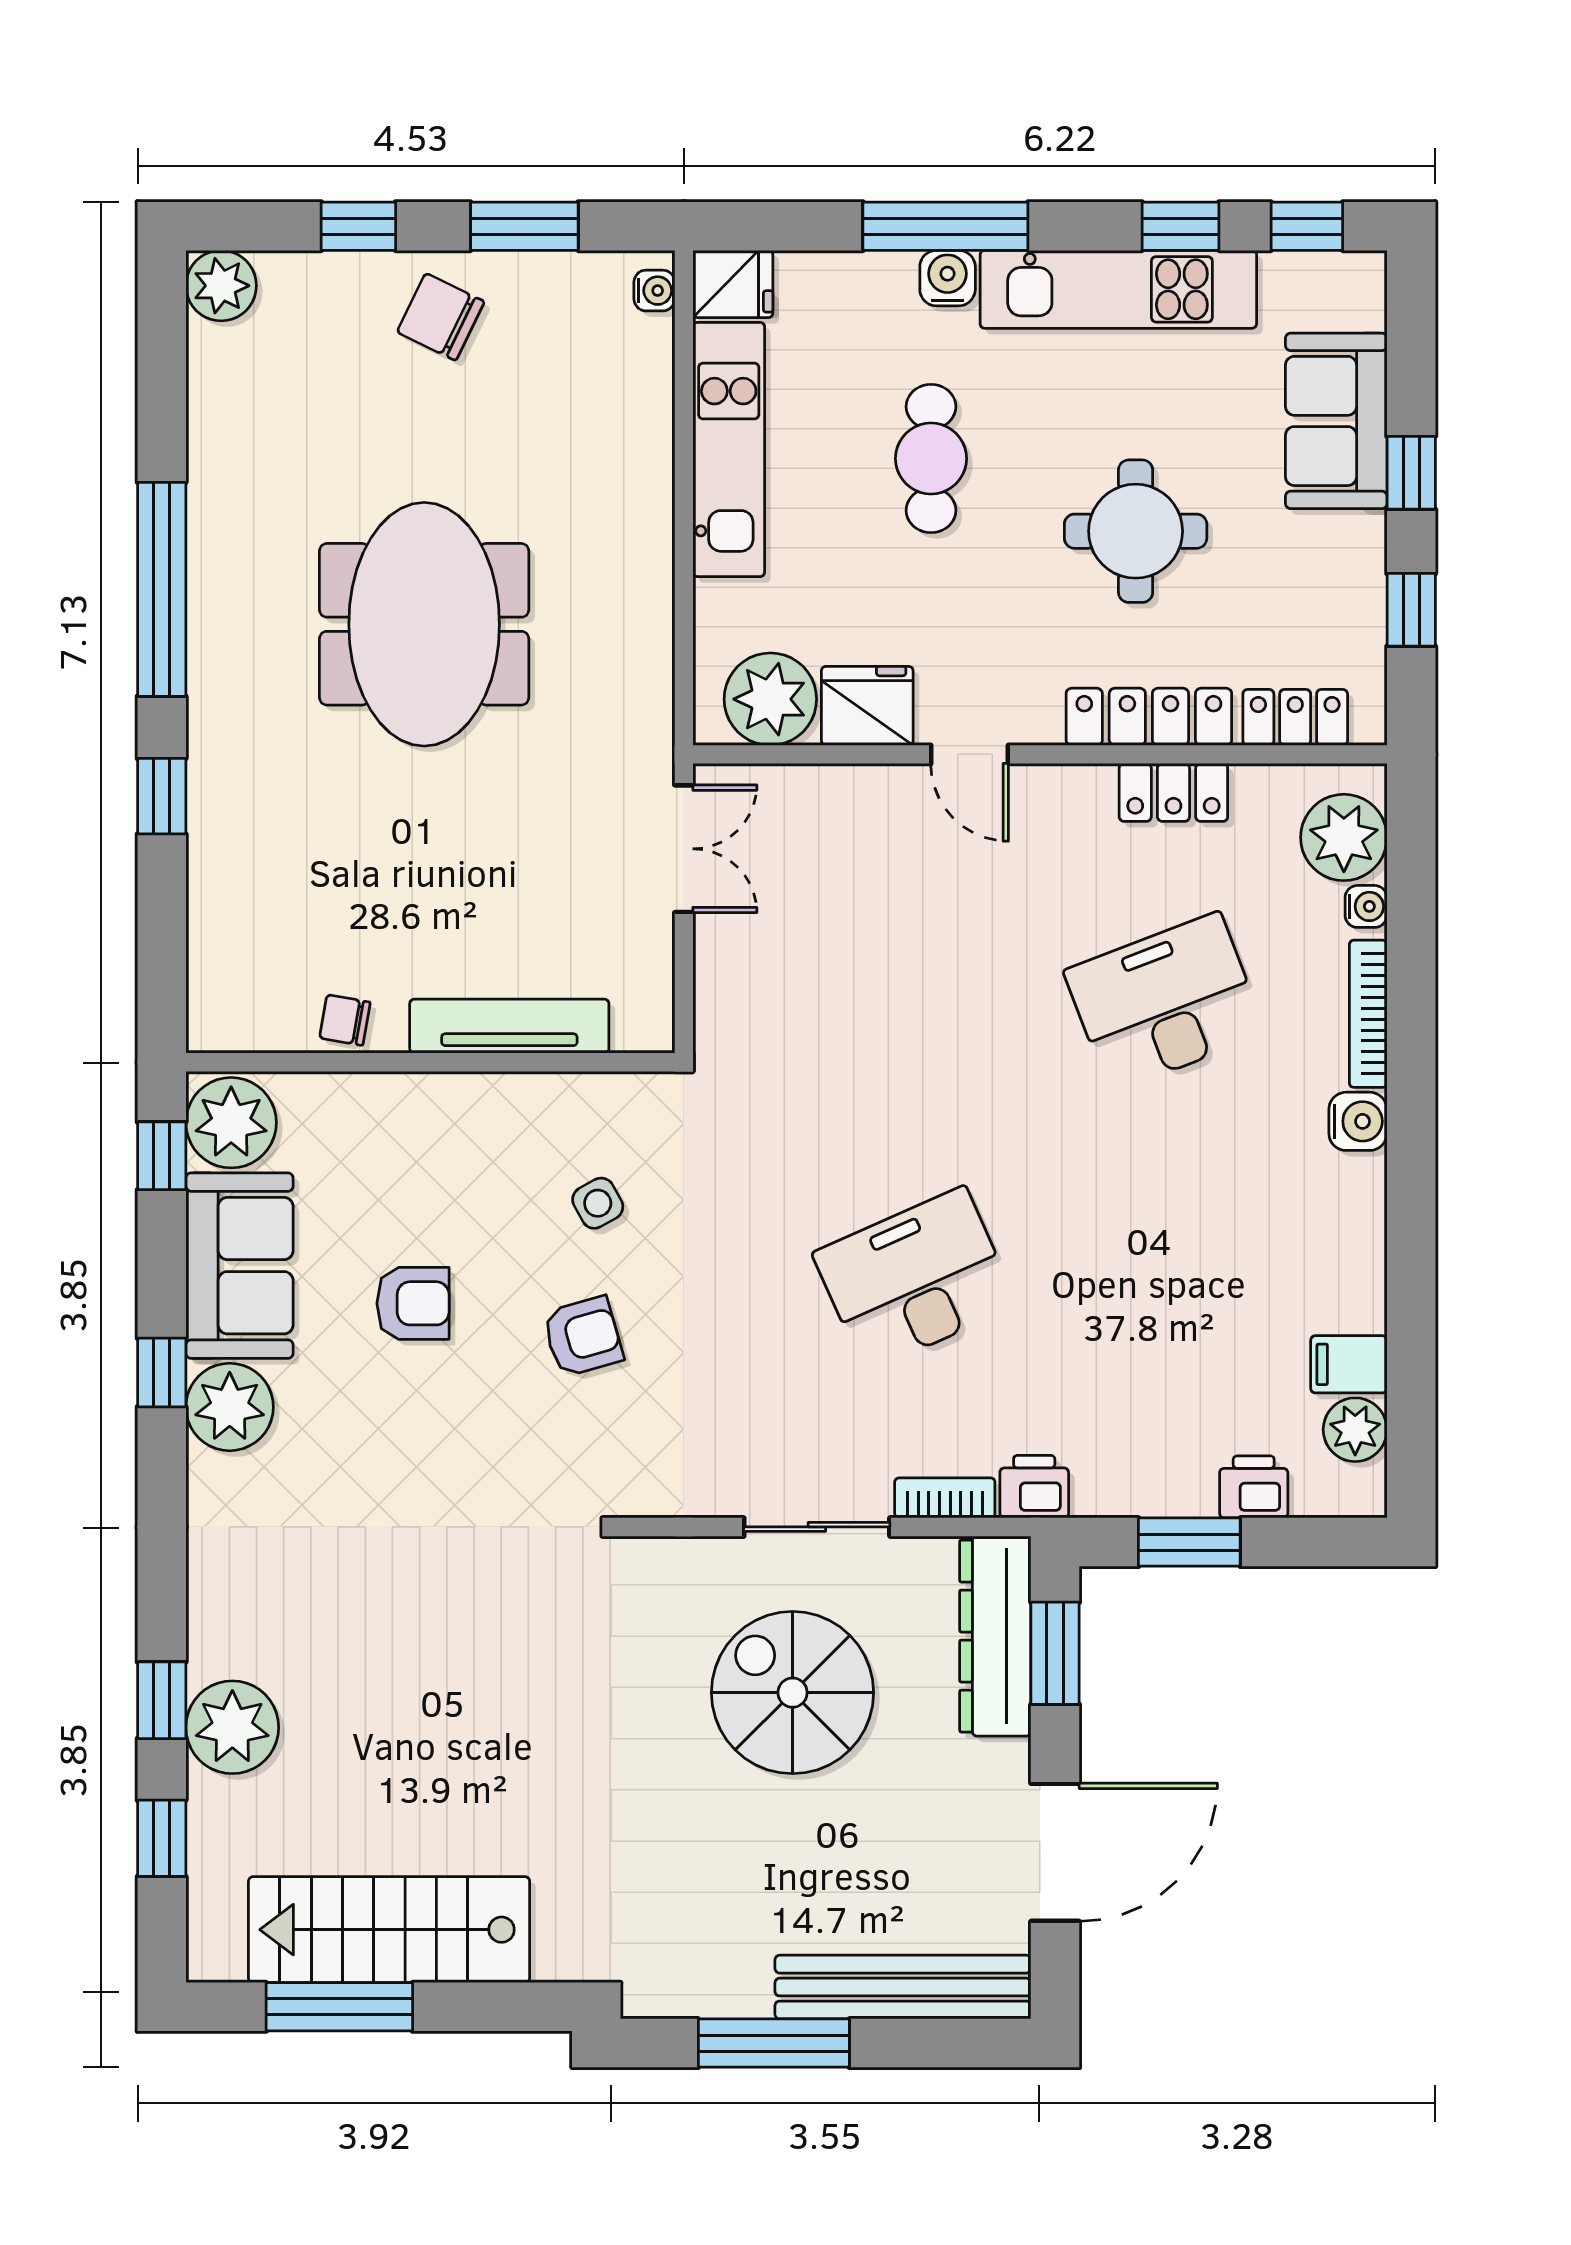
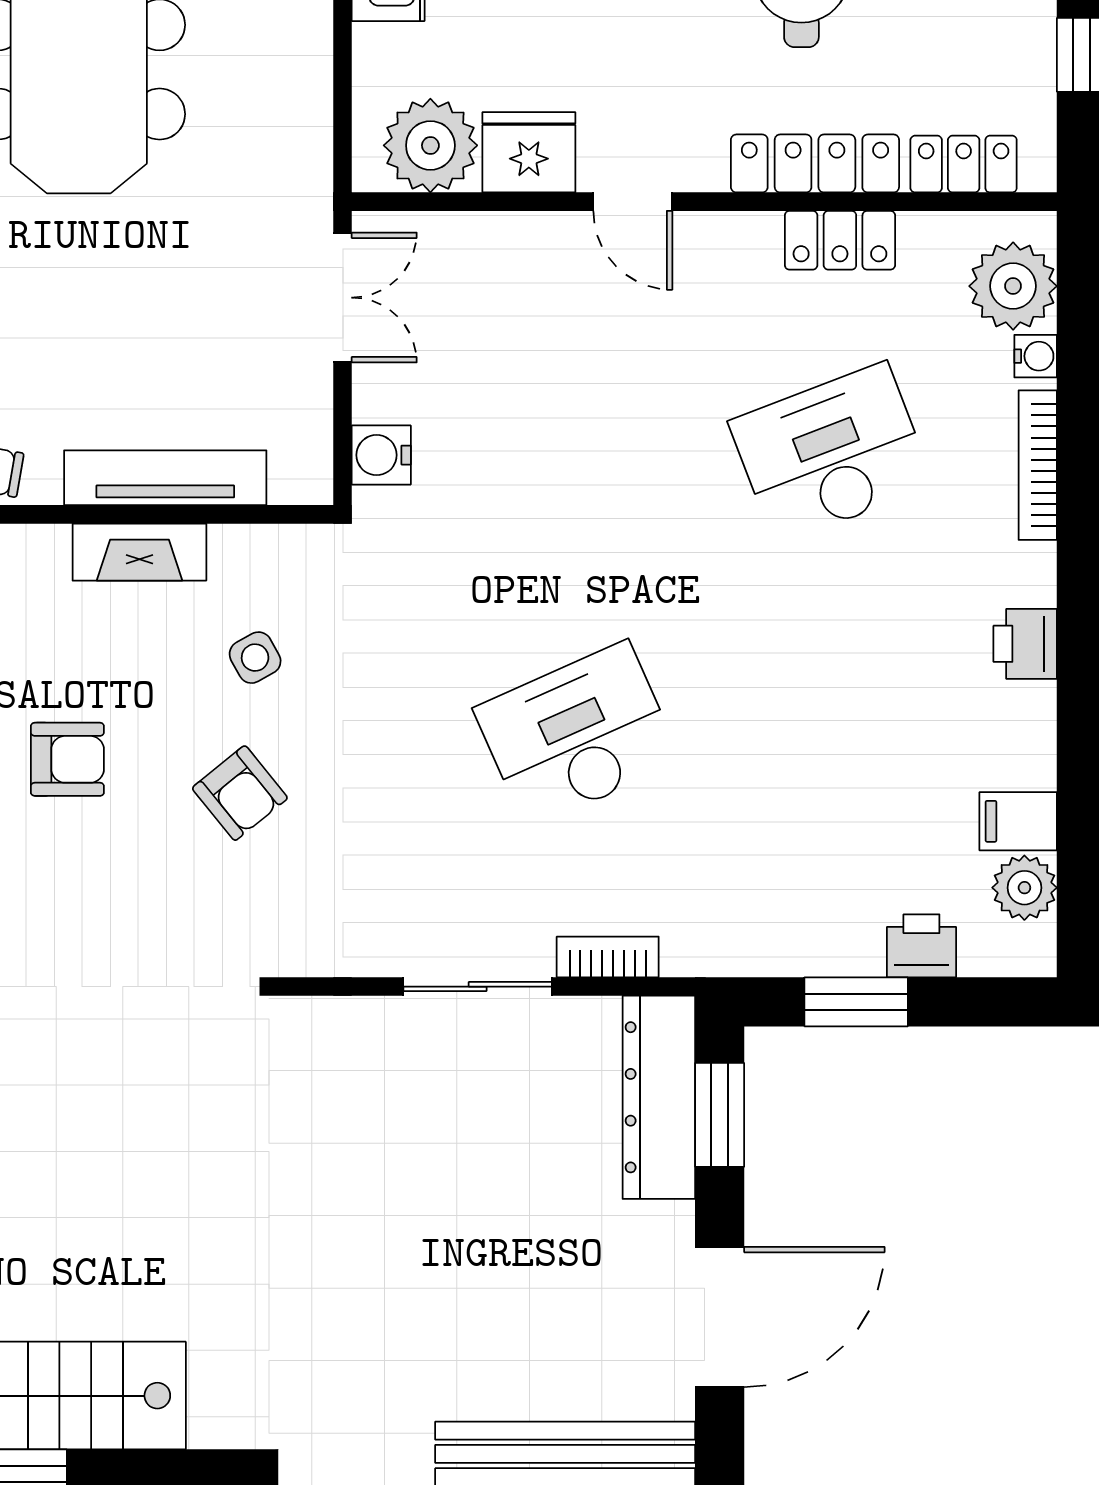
fireplace: (484, 1099) -> (139, 552), added
water cooler: (1358, 1121) -> (381, 455), moved, turned 180
armchair: (583, 1337) -> (240, 793), turned 67
printer: (1034, 1487) -> (1025, 644), moved, turned -90
spiral stairs: (793, 1693) -> (453, 1155), removed

